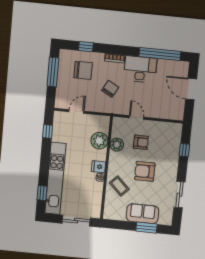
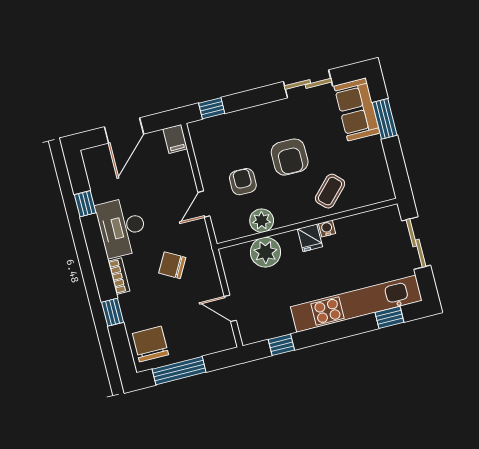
window: (86, 47) -> (113, 312), moved
window: (160, 54) -> (85, 204), width x0.32
chair: (83, 70) -> (150, 344), moved
filing cabinet: (177, 115) -> (175, 139), added
window: (184, 150) -> (212, 108), moved
sofa: (143, 214) -> (357, 109), moved

